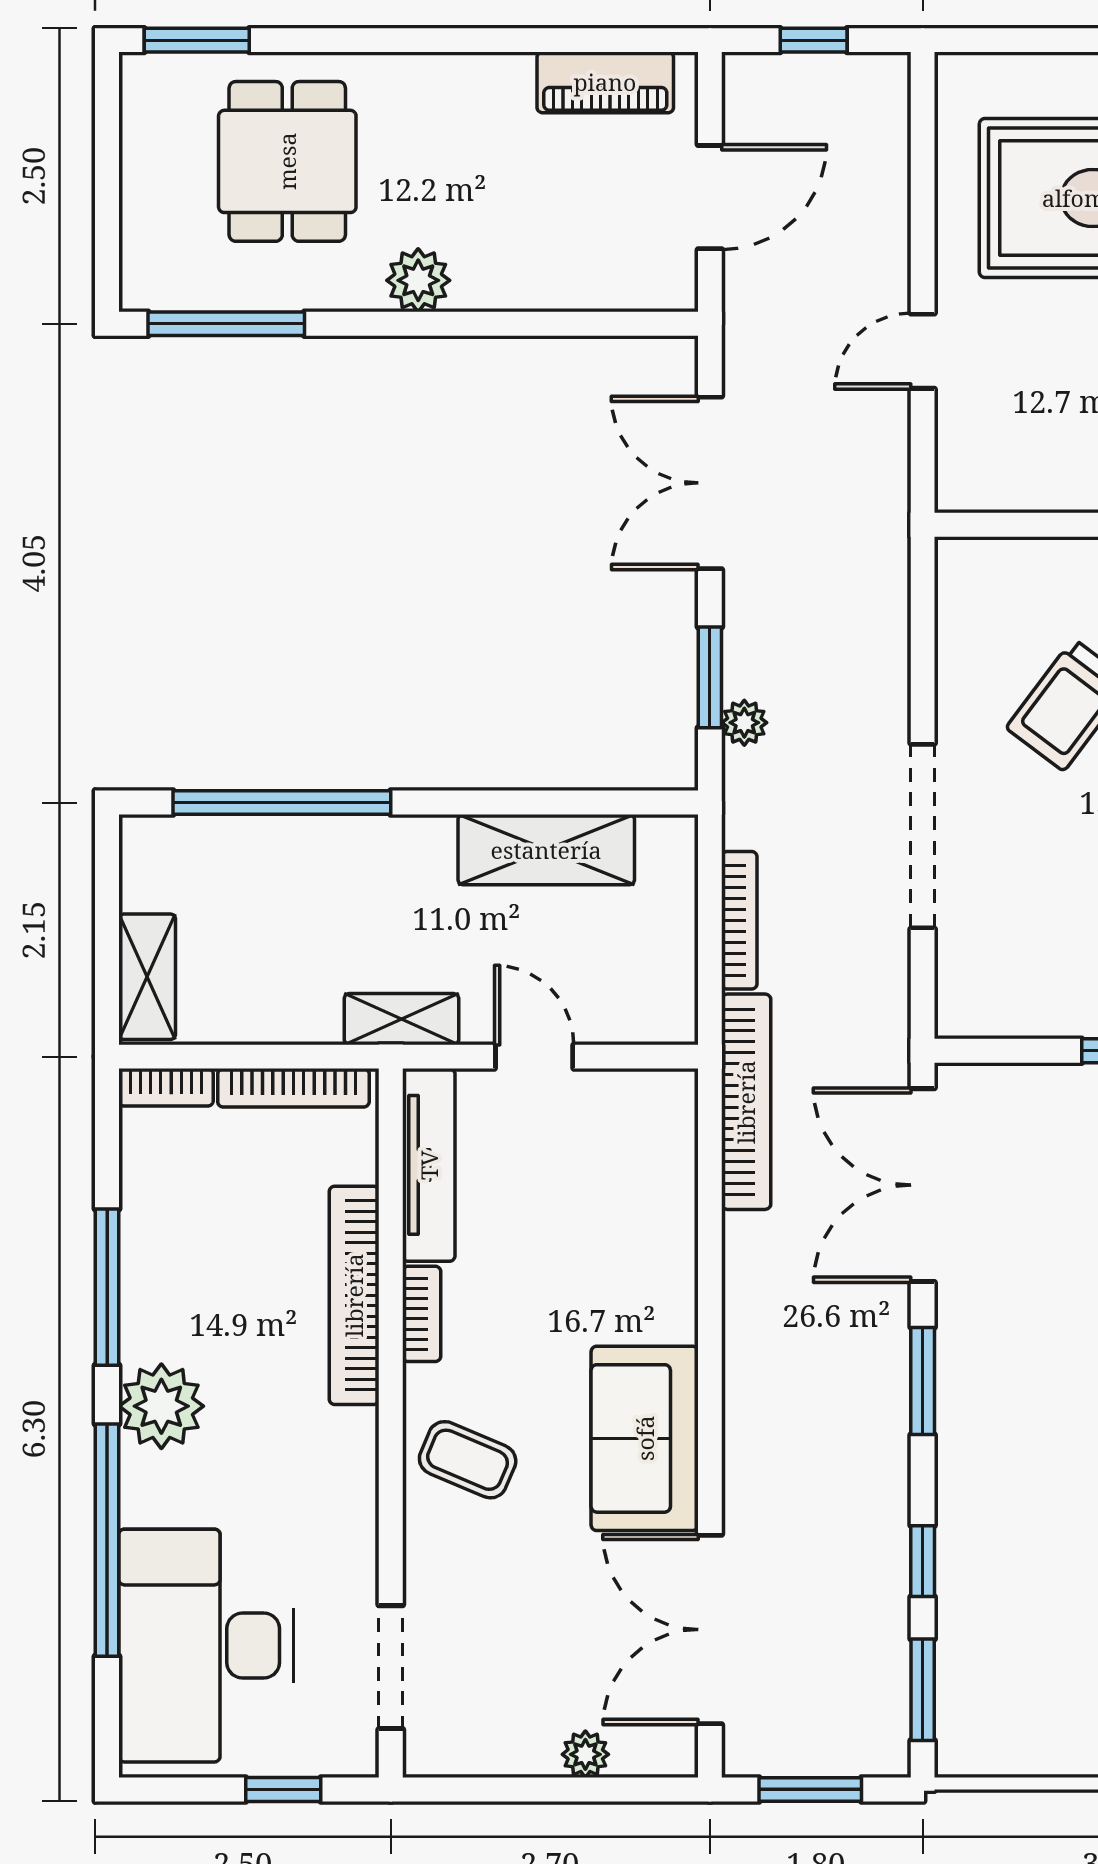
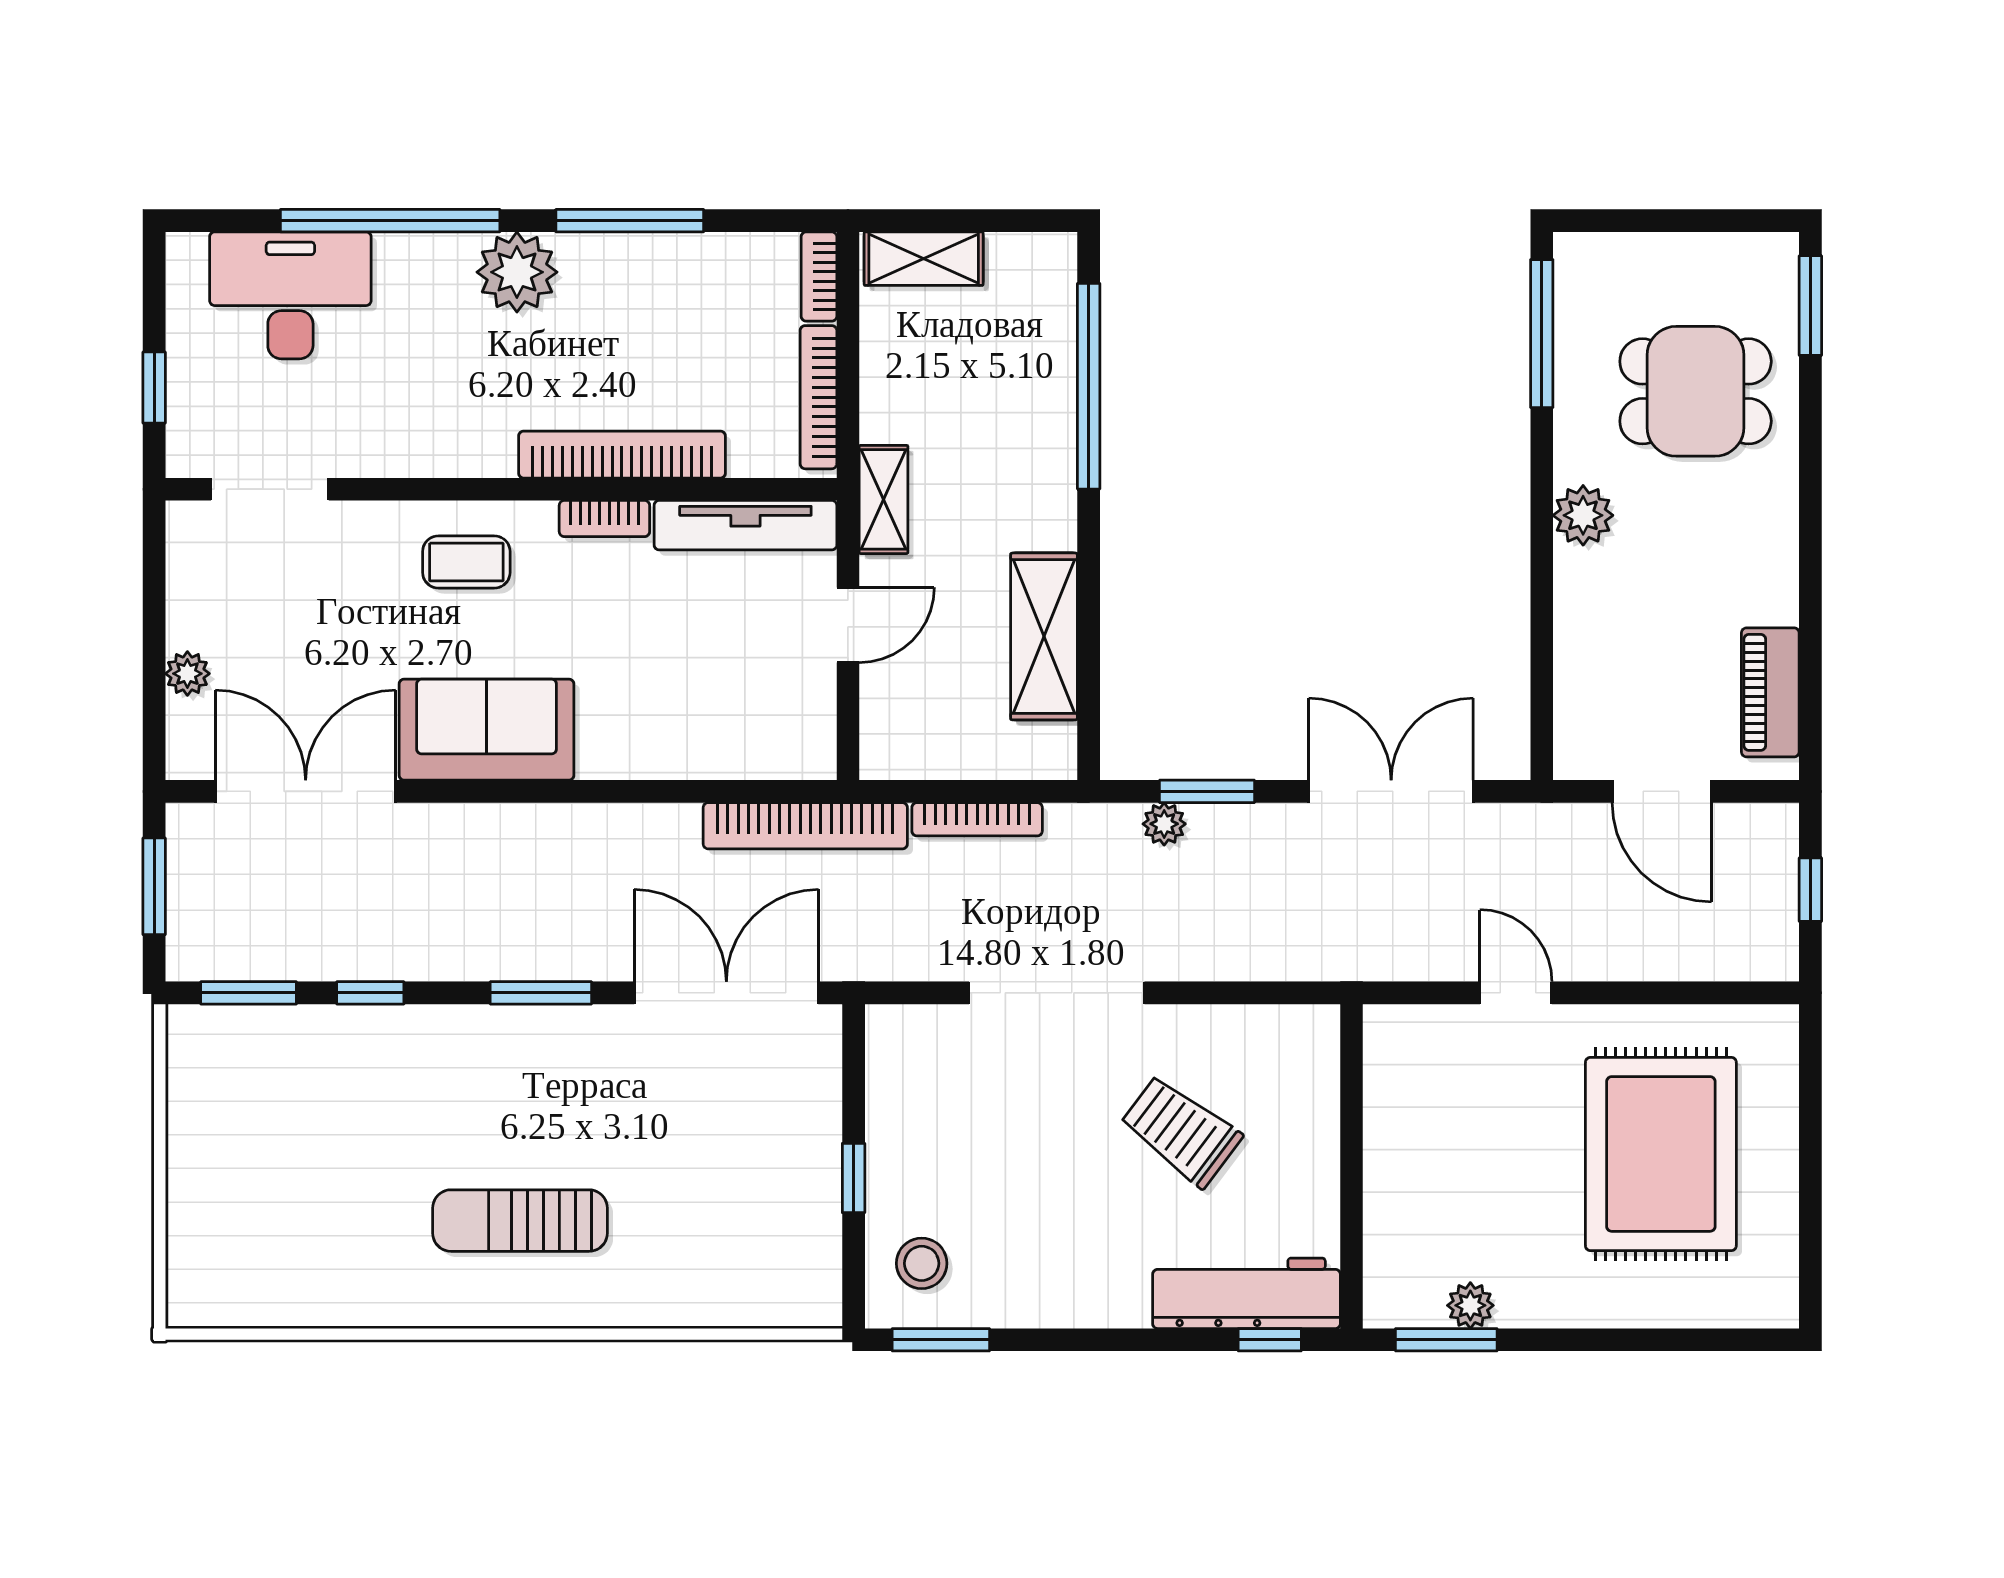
coffee table: (468, 1460) -> (466, 562), turned 67
desk: (206, 1646) -> (290, 295), width x0.73, depth x0.77

